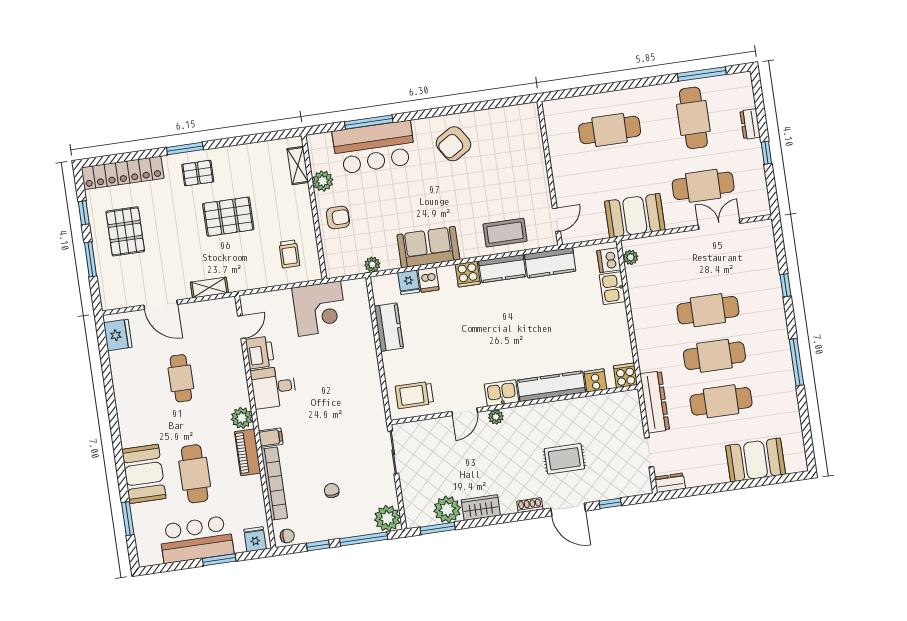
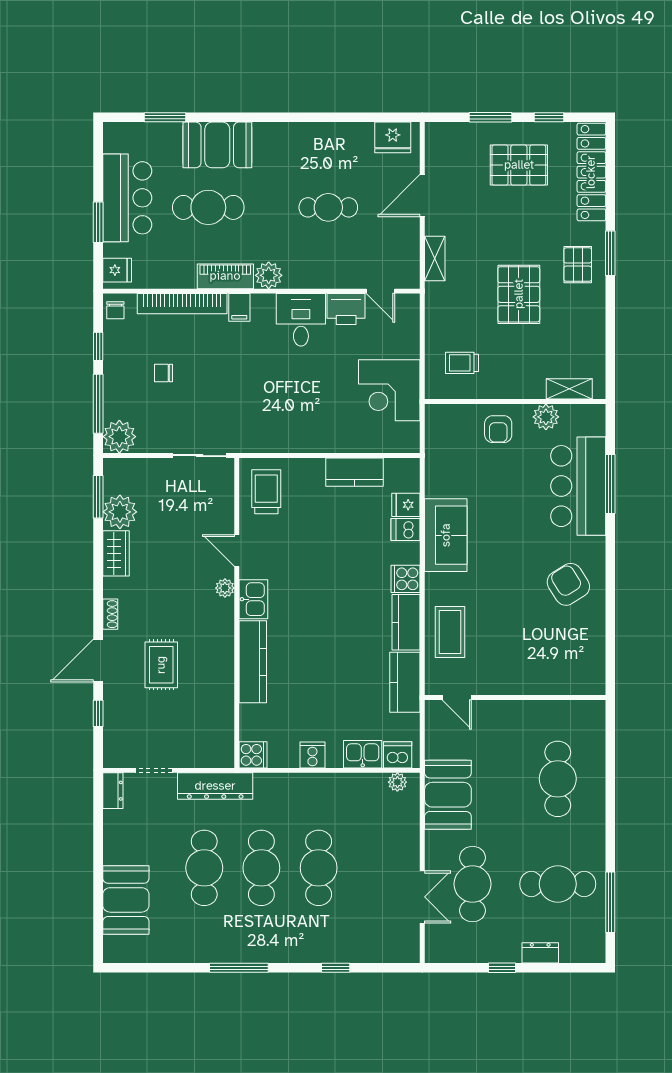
plant: (372, 264) -> (434, 463), removed
cooker: (595, 380) -> (312, 755), moved, turned -90
chair: (332, 491) -> (163, 373), turned 180

